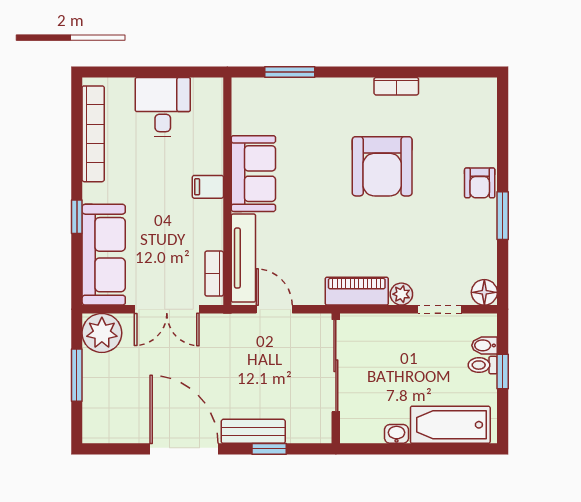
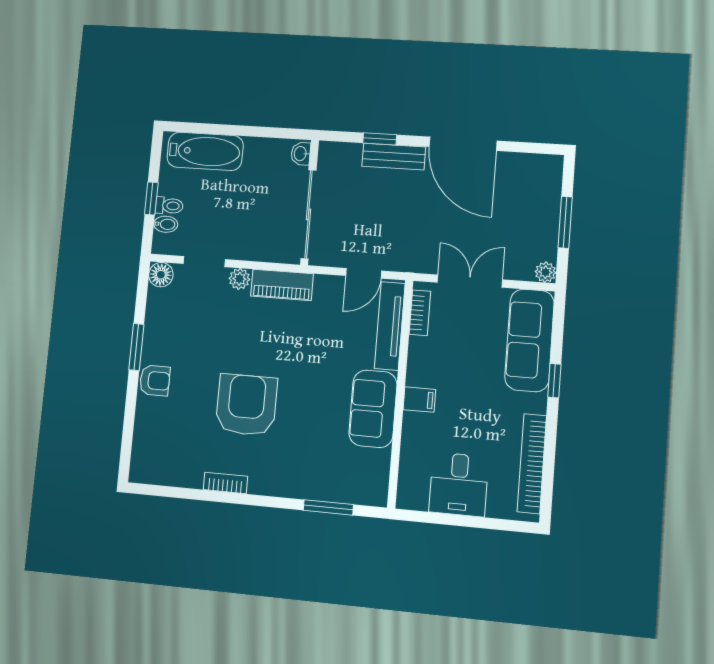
armchair: (480, 183) -> (155, 381), turned 90
door: (274, 309) -> (364, 273), hinge flipped
plant: (102, 333) -> (545, 272), width x0.53, depth x0.53
washbasin: (397, 434) -> (301, 154), moved, turned 90

